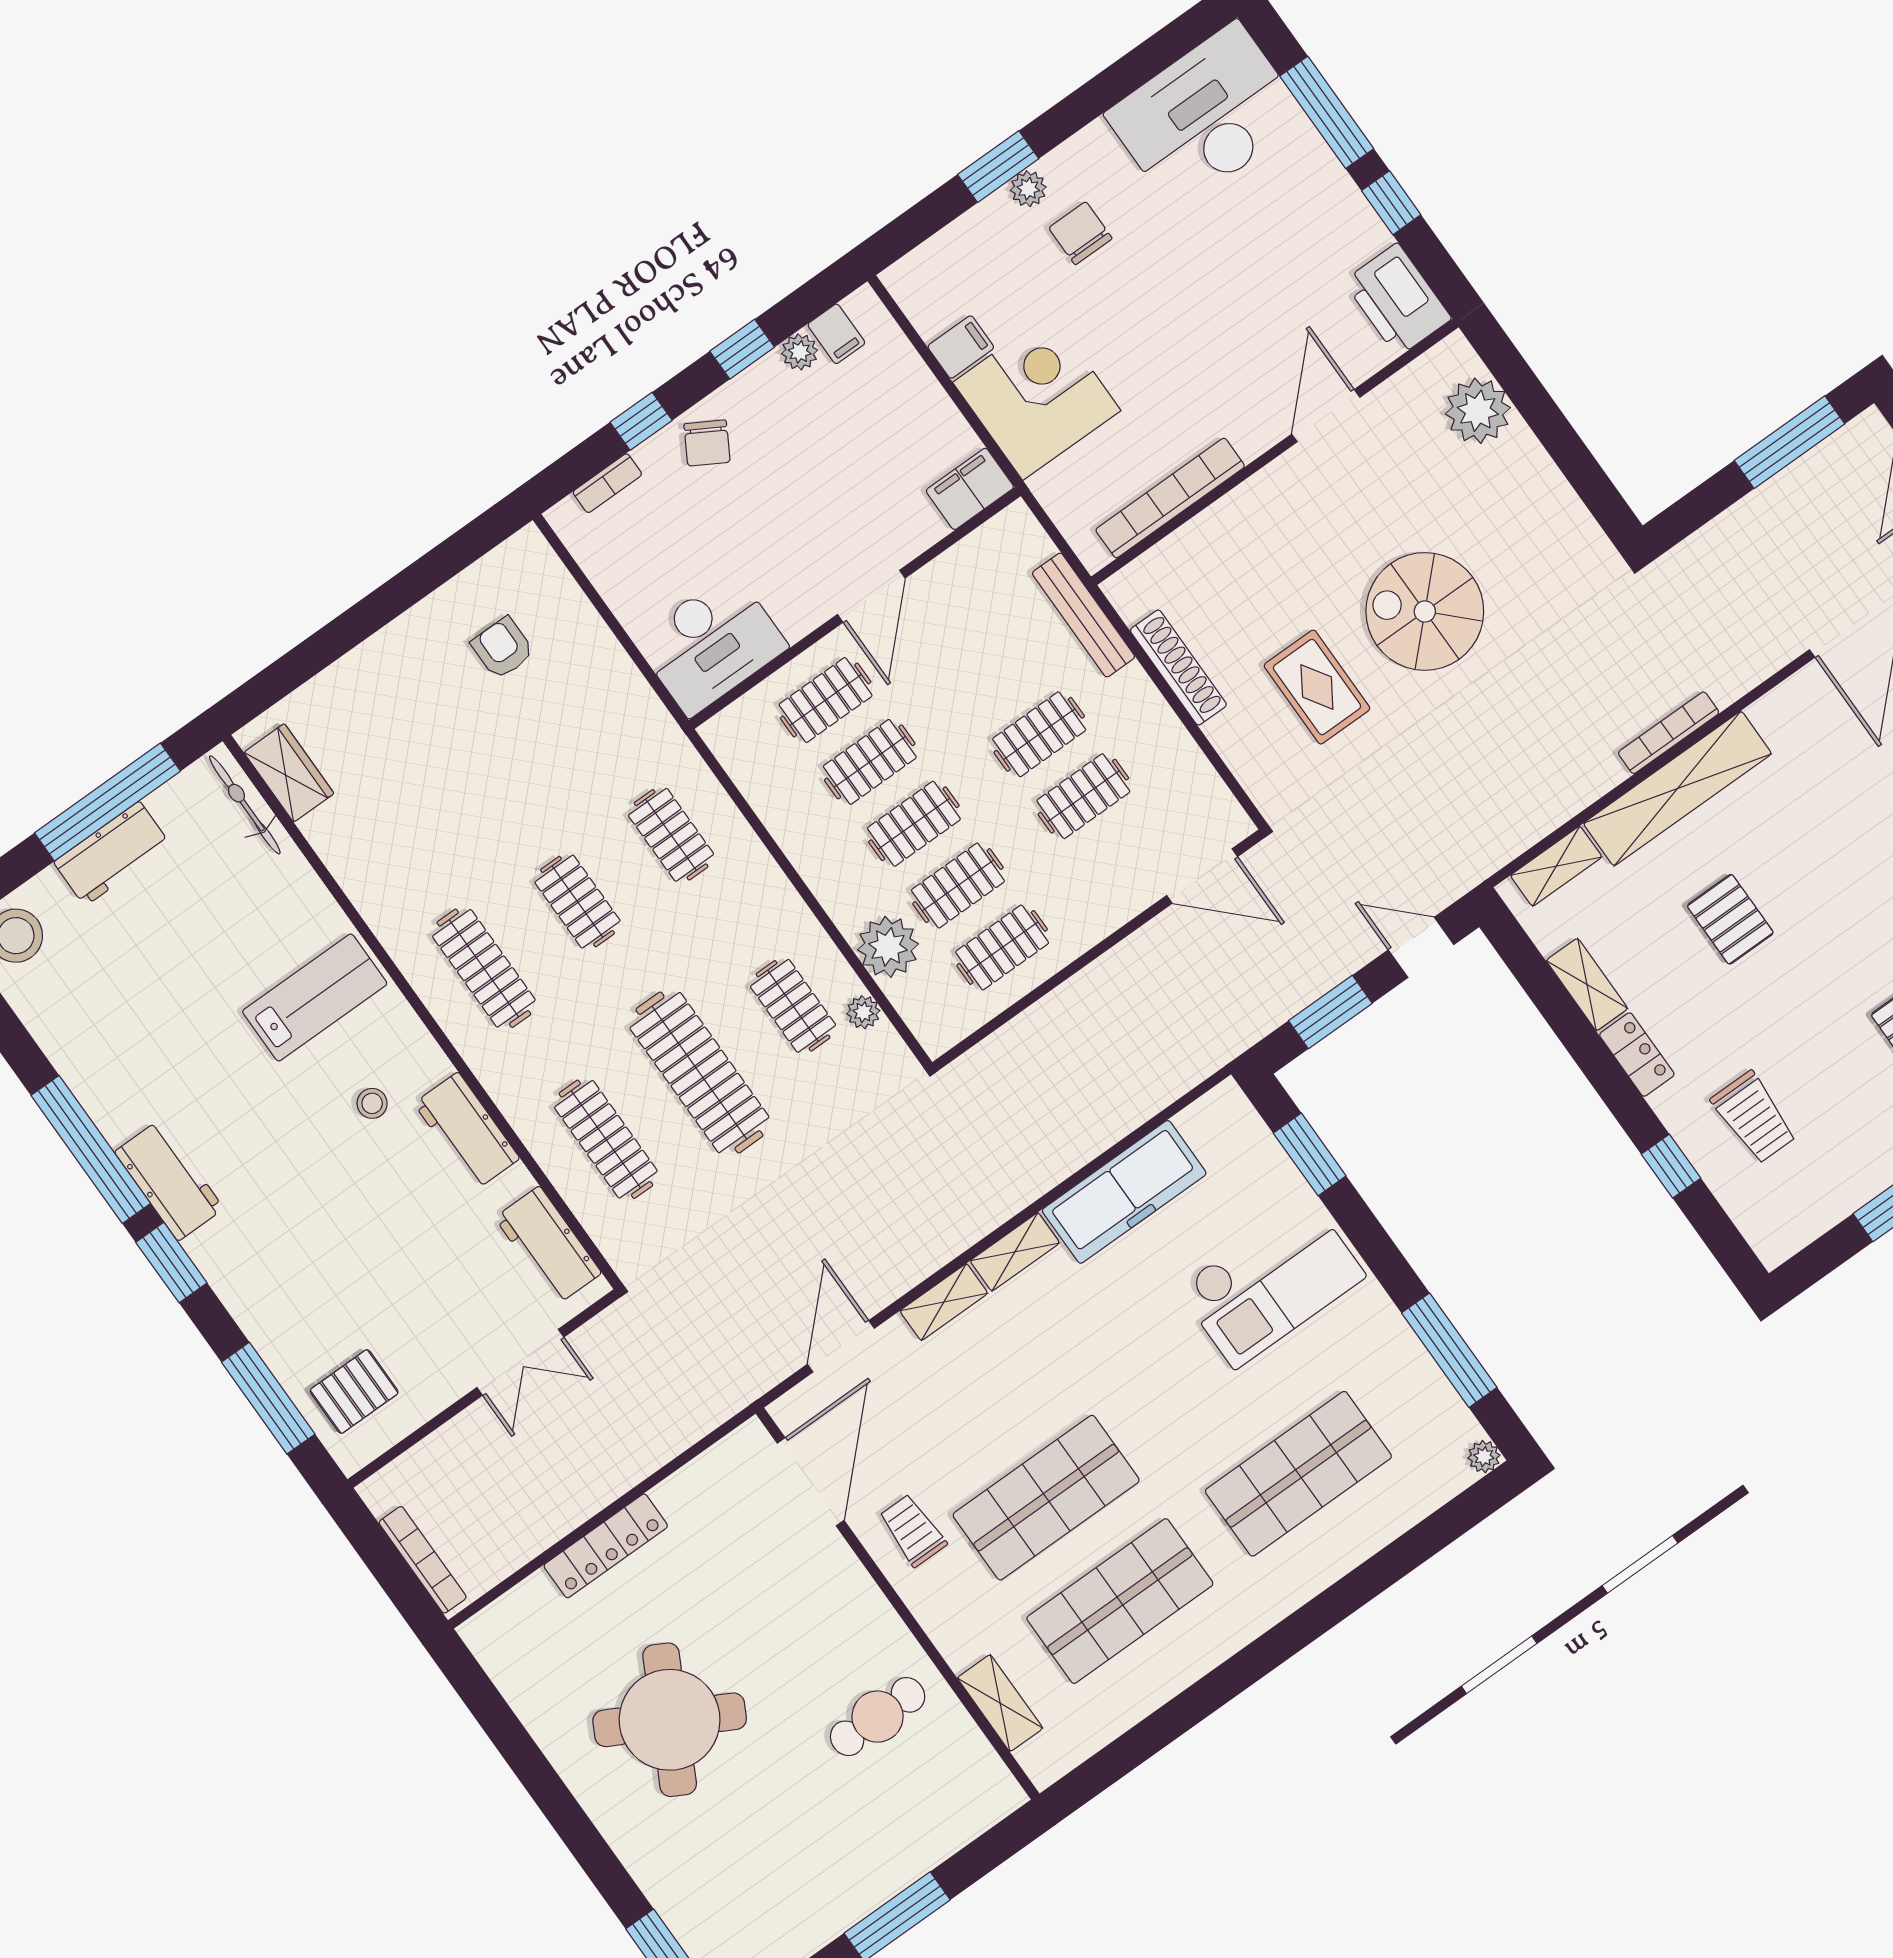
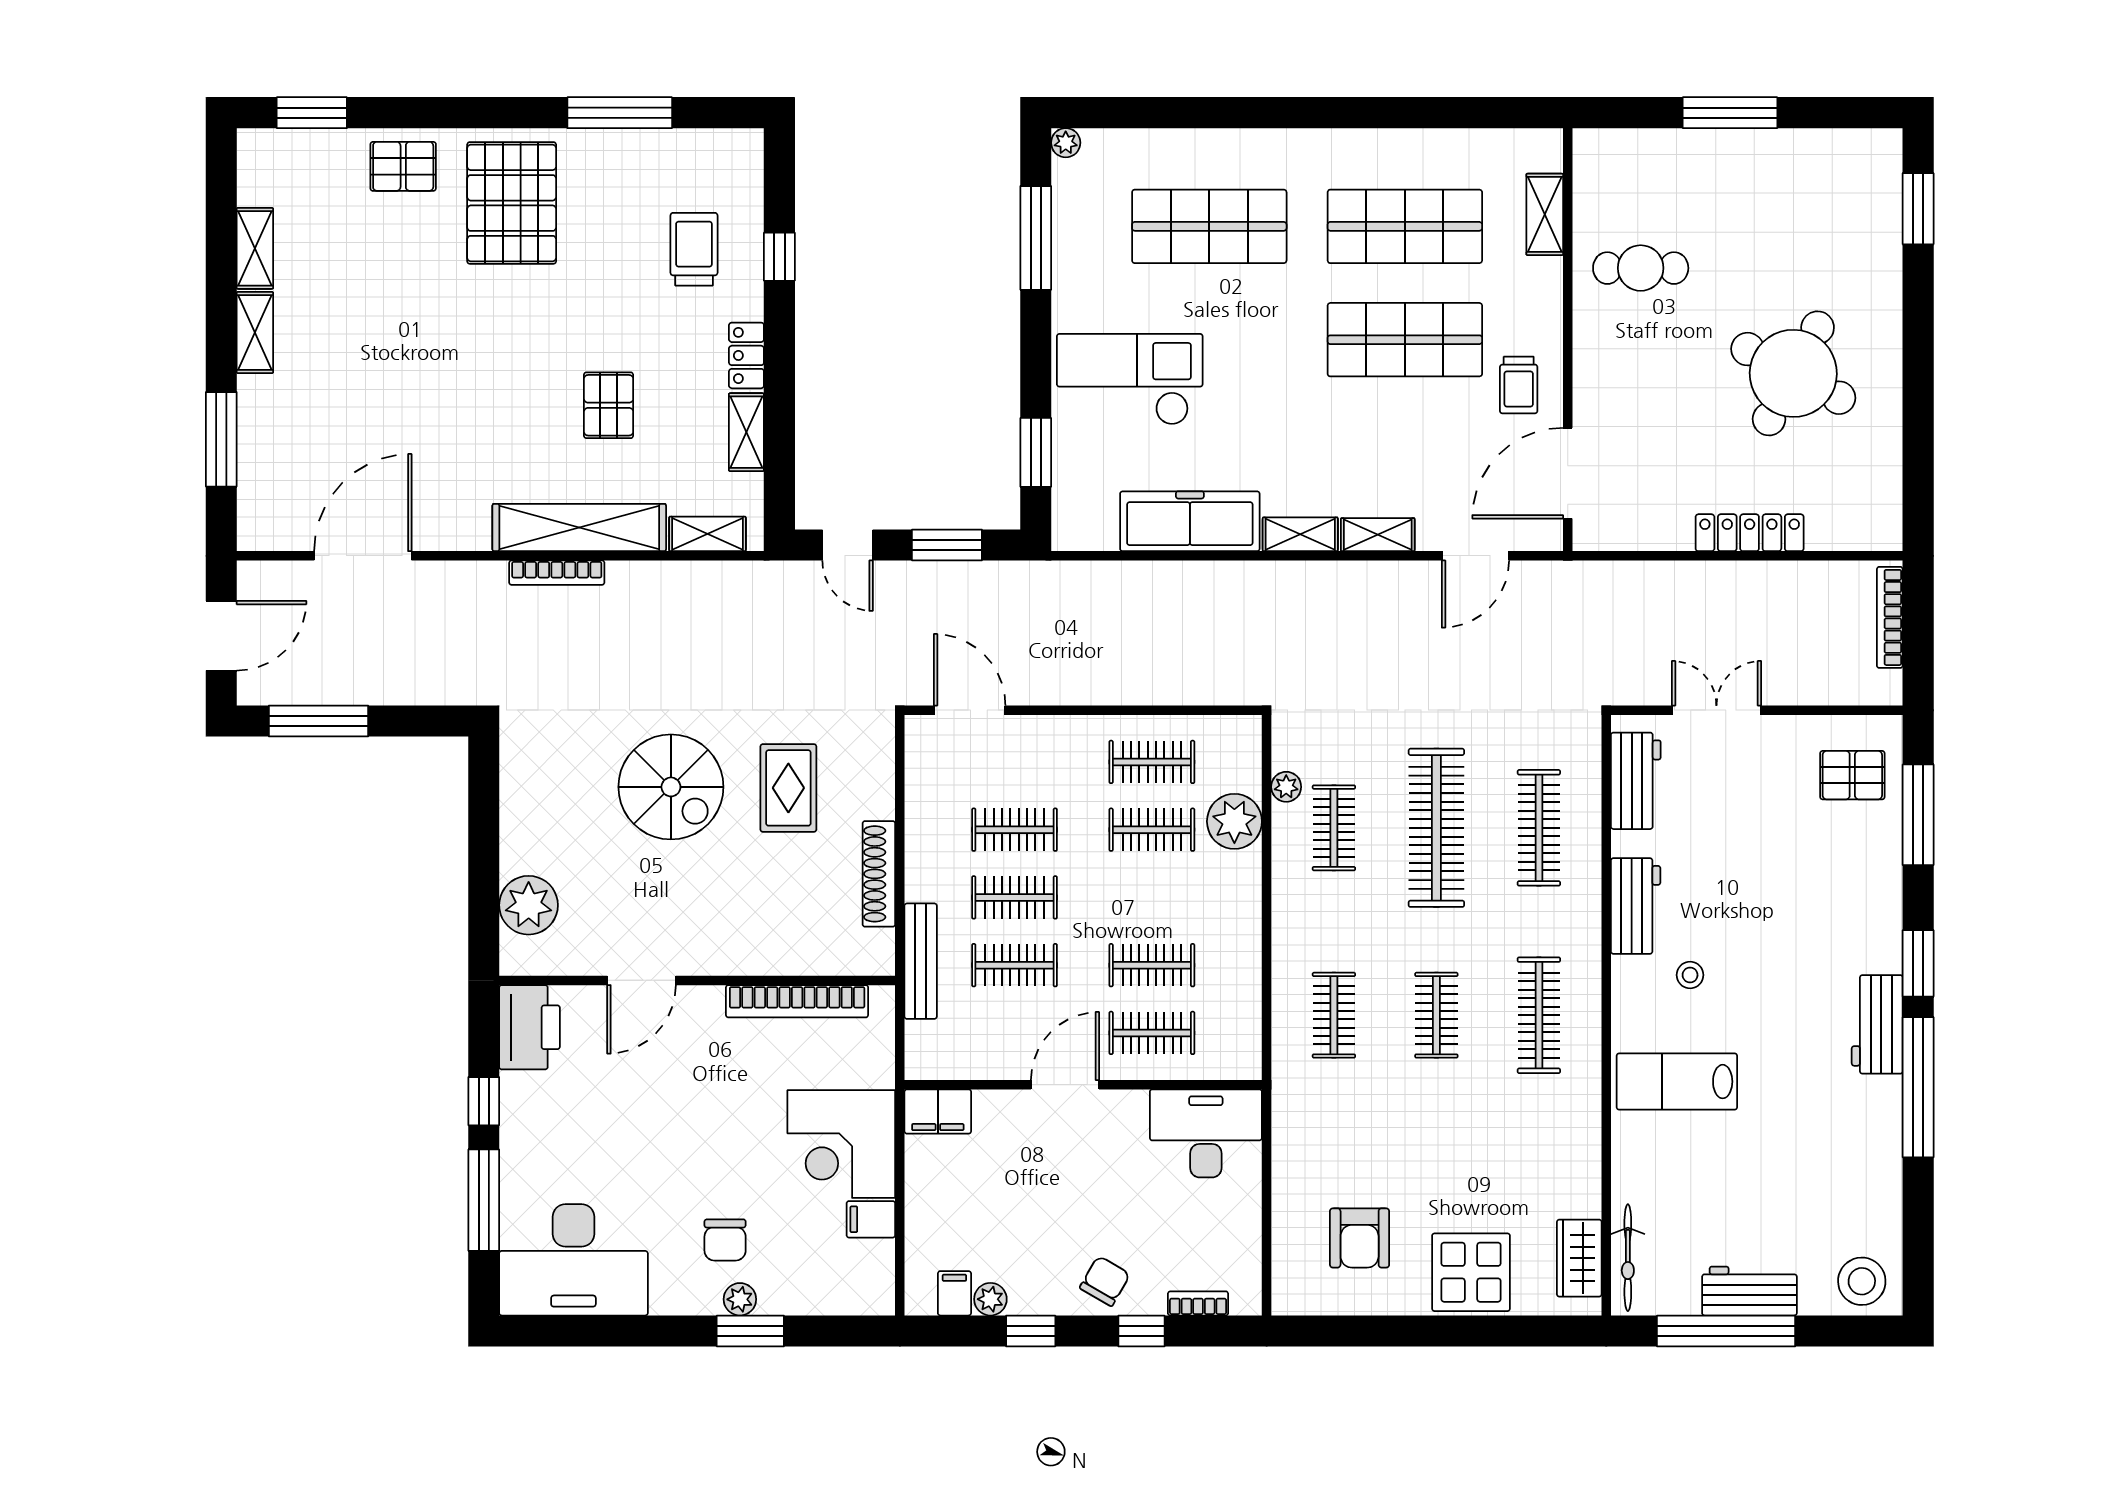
armchair: (503, 648) -> (1360, 1238), width x1.38, depth x1.38
display table: (379, 689) -> (1471, 1272), added
clothes rail: (914, 824) -> (1015, 965), moved

